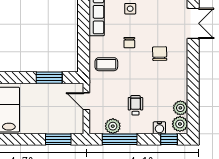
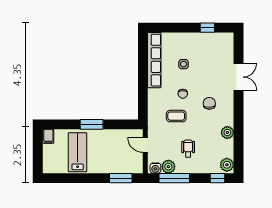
coffee table: (106, 64) -> (176, 116), moved
window: (49, 78) -> (92, 124), moved
plant: (180, 108) -> (227, 133), moved
water cooler: (159, 128) -> (155, 168), moved

